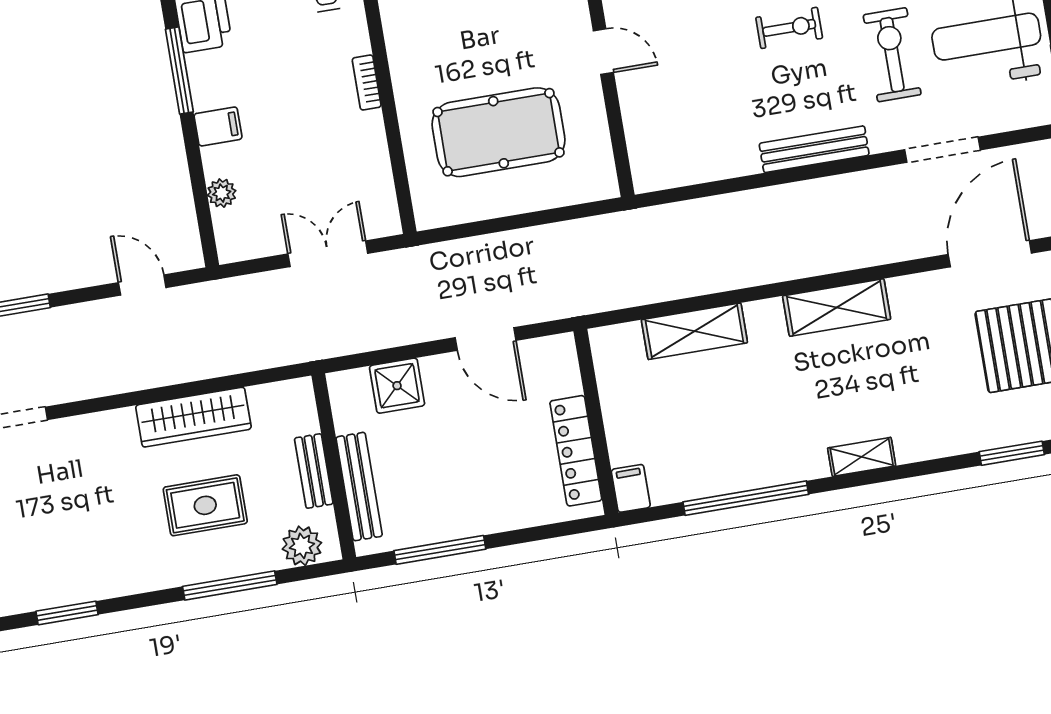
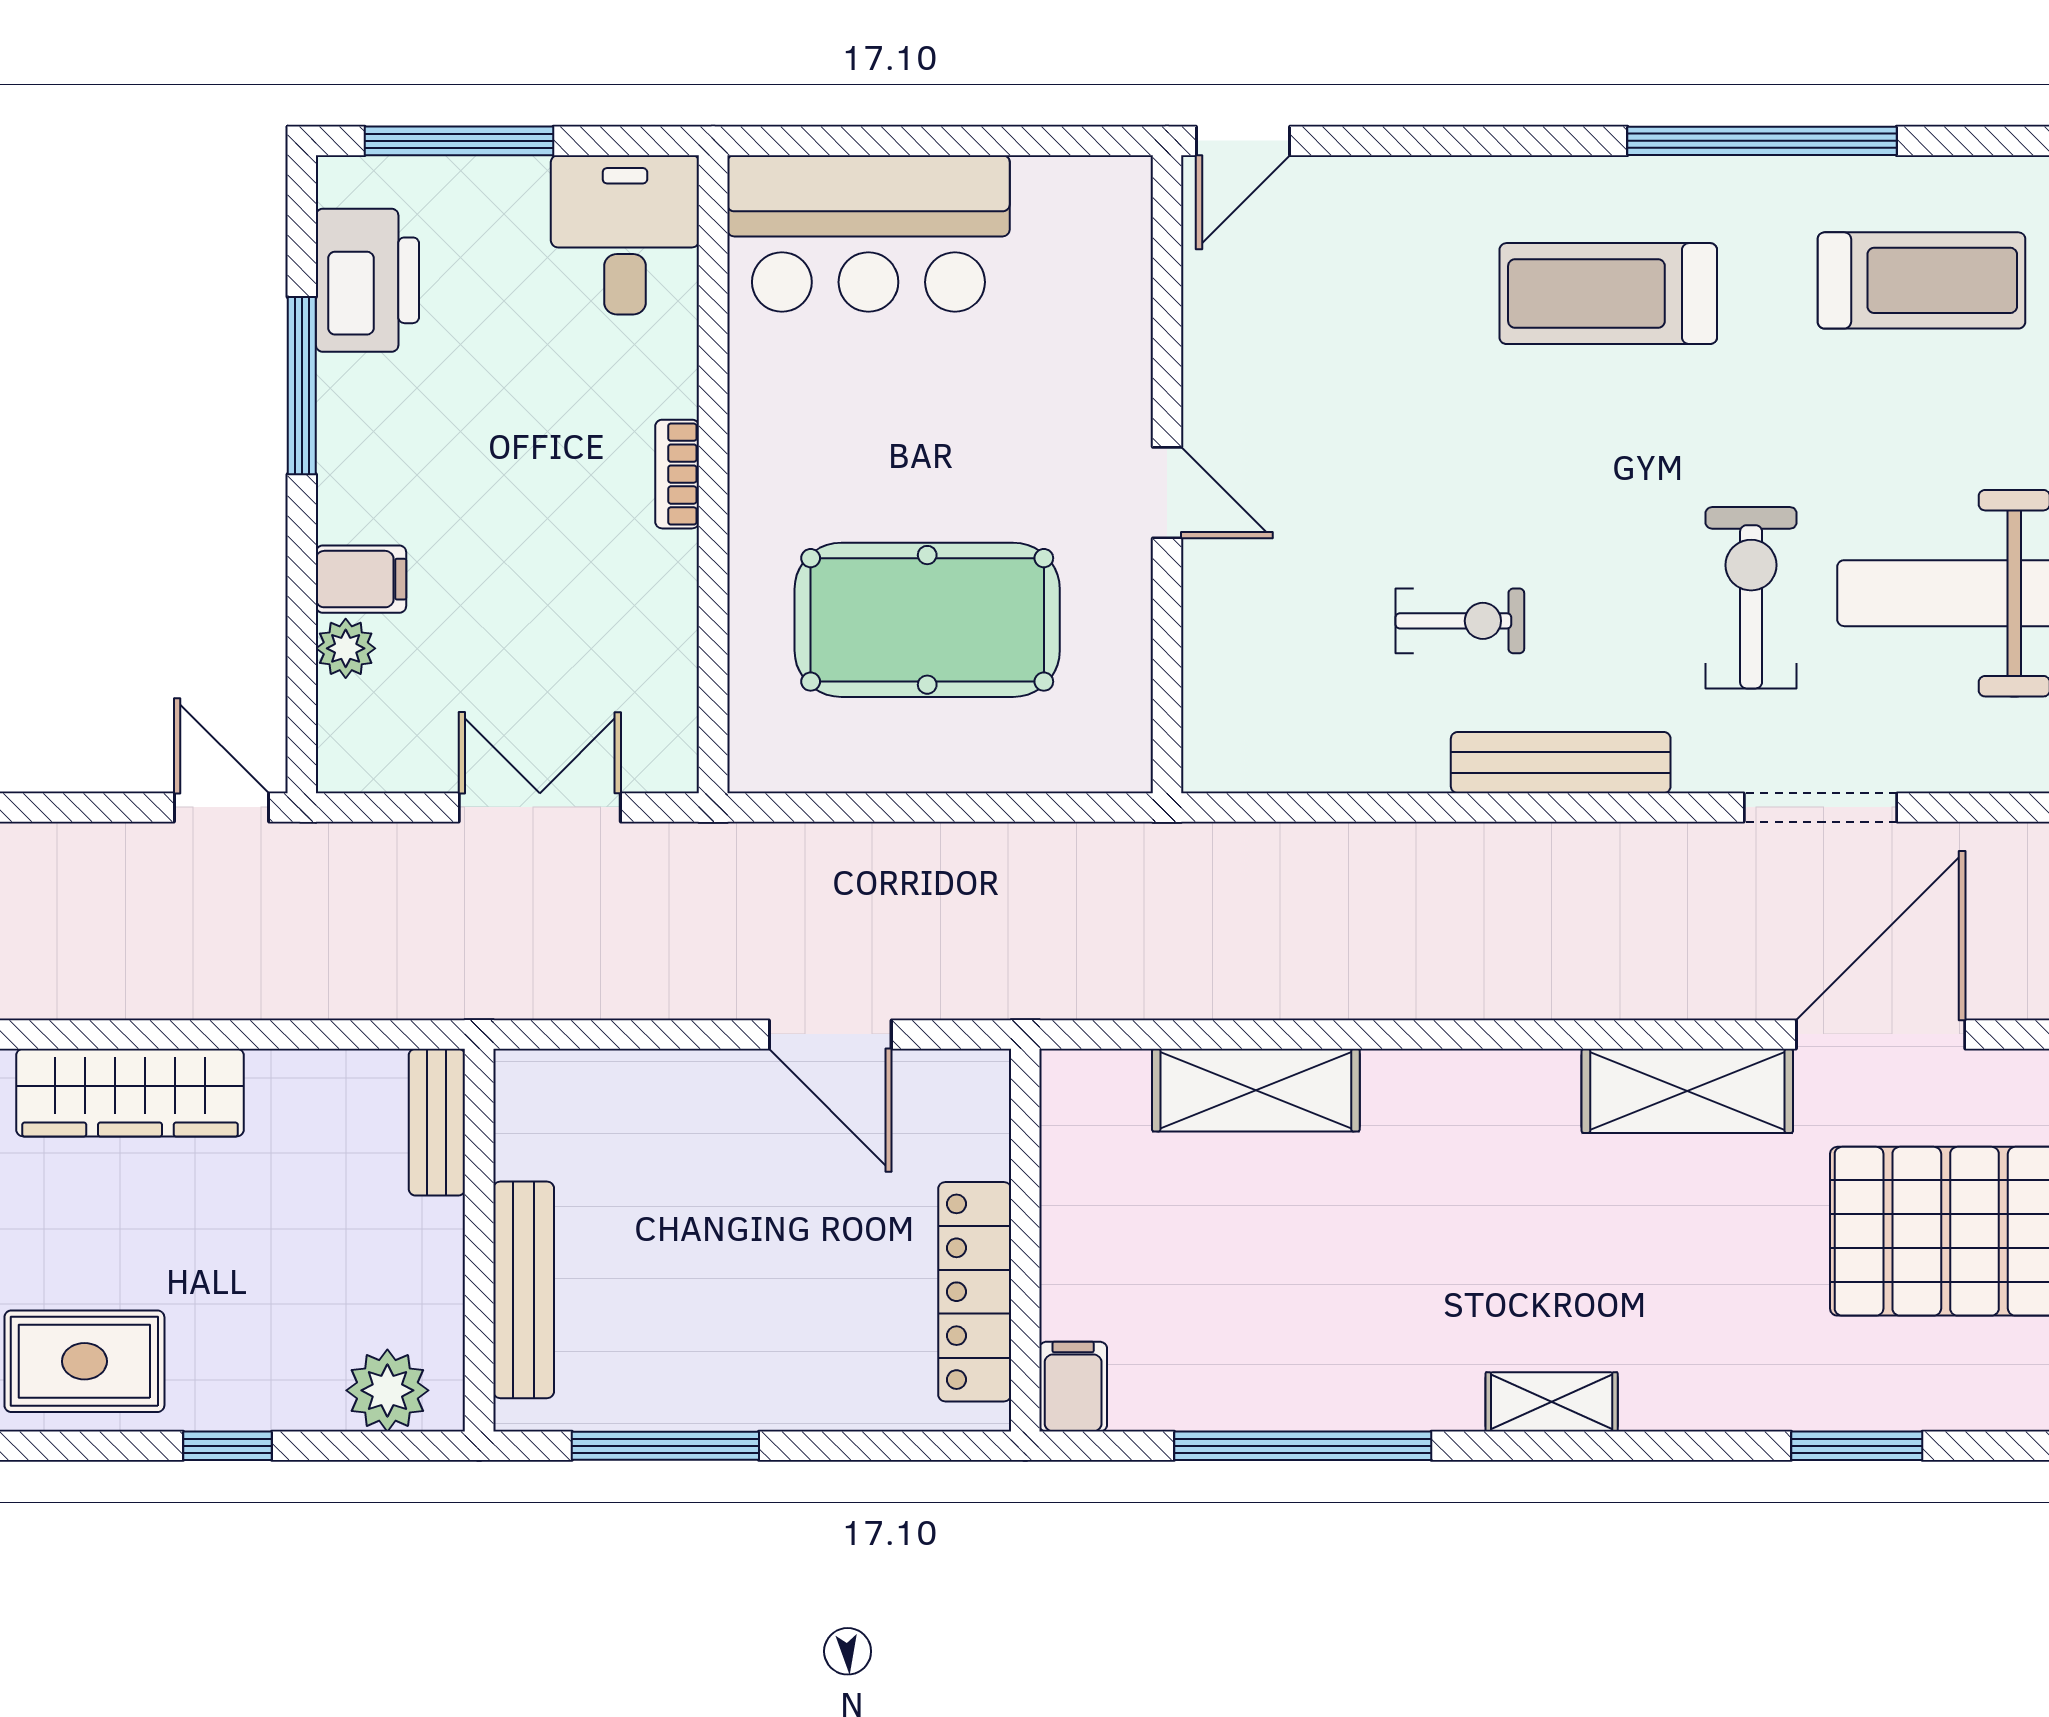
exercise bike: (789, 28) -> (1460, 621), moved
filing cabinet: (218, 126) -> (361, 579), moved
door: (142, 285) -> (221, 807), moved
shelving: (837, 308) -> (1687, 1091), moved
shower: (397, 386) -> (635, 1099), removed
wardrobe: (193, 417) -> (130, 1093), moved
bench: (314, 471) -> (437, 1122), moved
rug: (205, 505) -> (84, 1361), moved
window: (230, 585) -> (228, 1446), width x0.46

